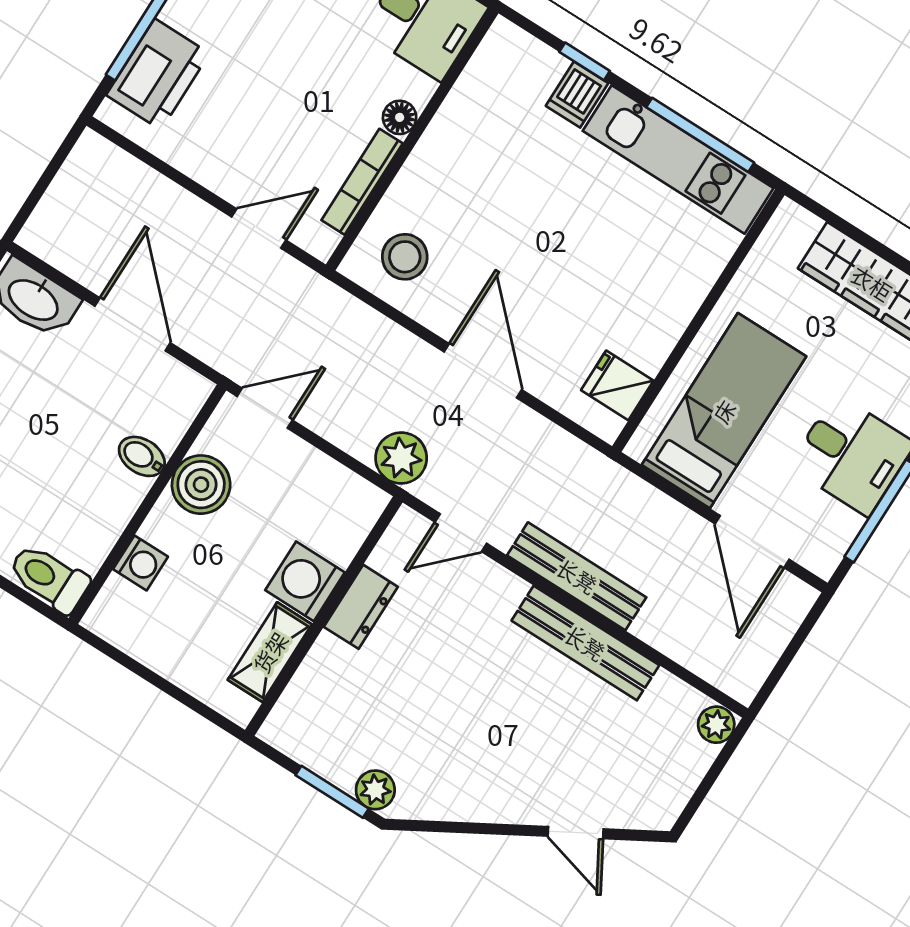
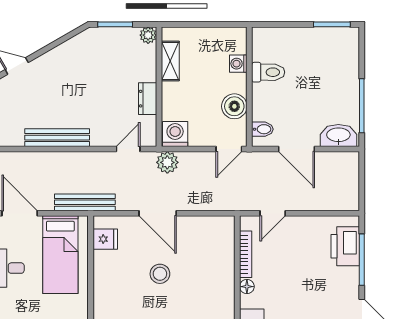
stool: (405, 257) -> (160, 274), moved
bidet: (142, 456) -> (262, 129), moved
bench: (577, 576) -> (85, 202), moved
toilet: (49, 578) -> (268, 72), moved
washing machine: (305, 581) -> (175, 134), moved, turned -90
plant: (375, 790) -> (148, 35), moved

